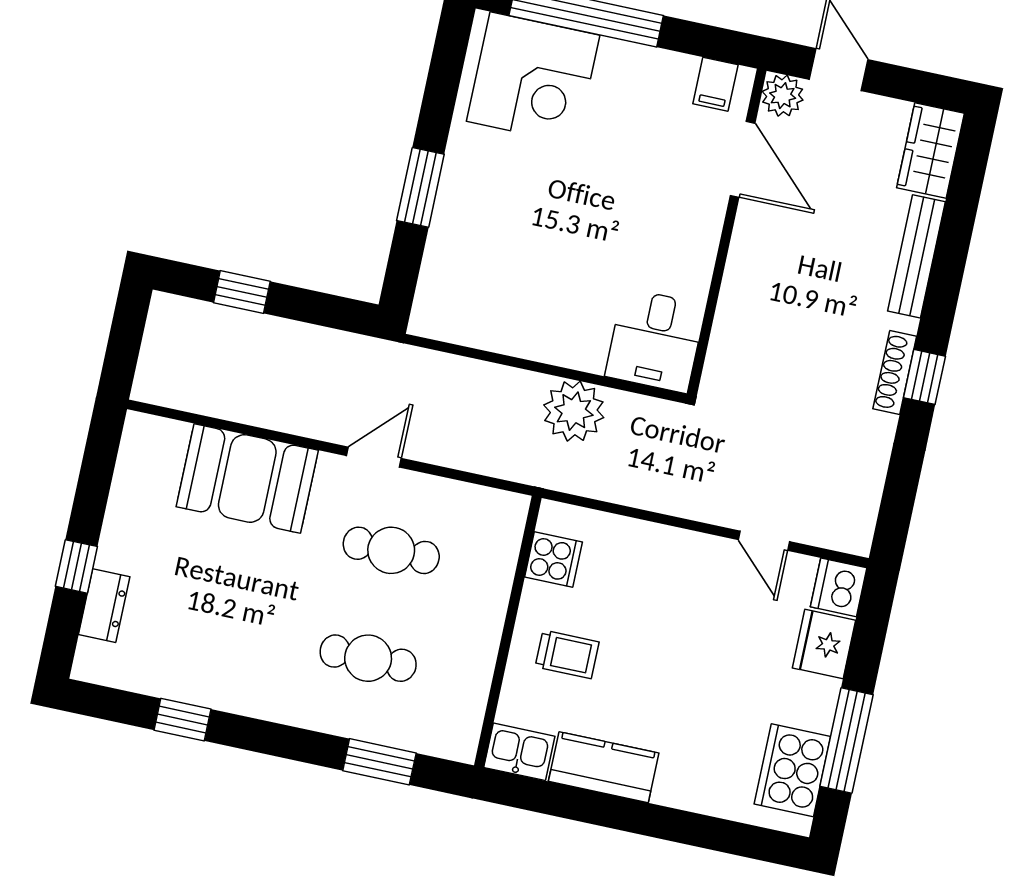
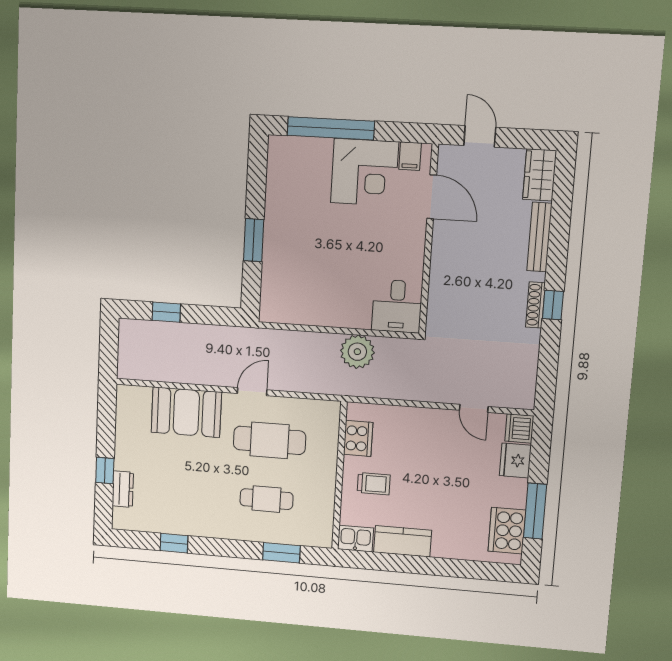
corner desk: (533, 78) -> (364, 172), moved
plant: (783, 96) -> (449, 157), removed
cafe table: (391, 550) -> (270, 440), width x1.37, depth x1.35
cooker: (553, 560) -> (358, 438), width x1.36

